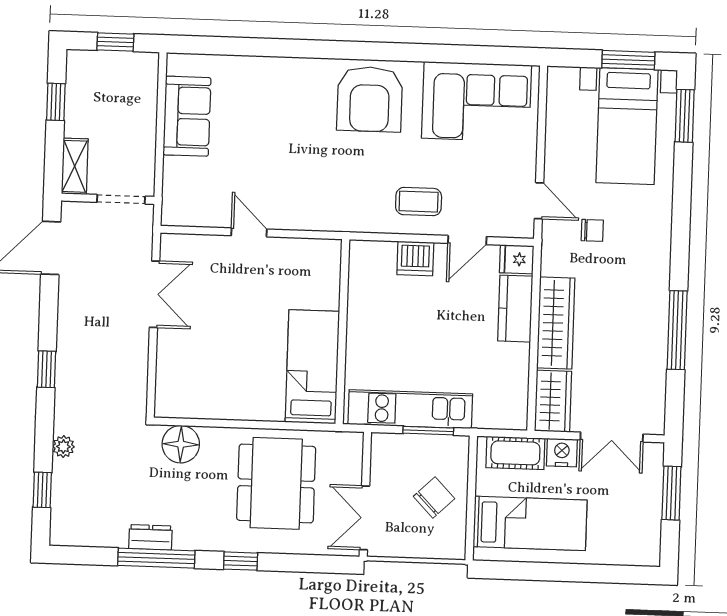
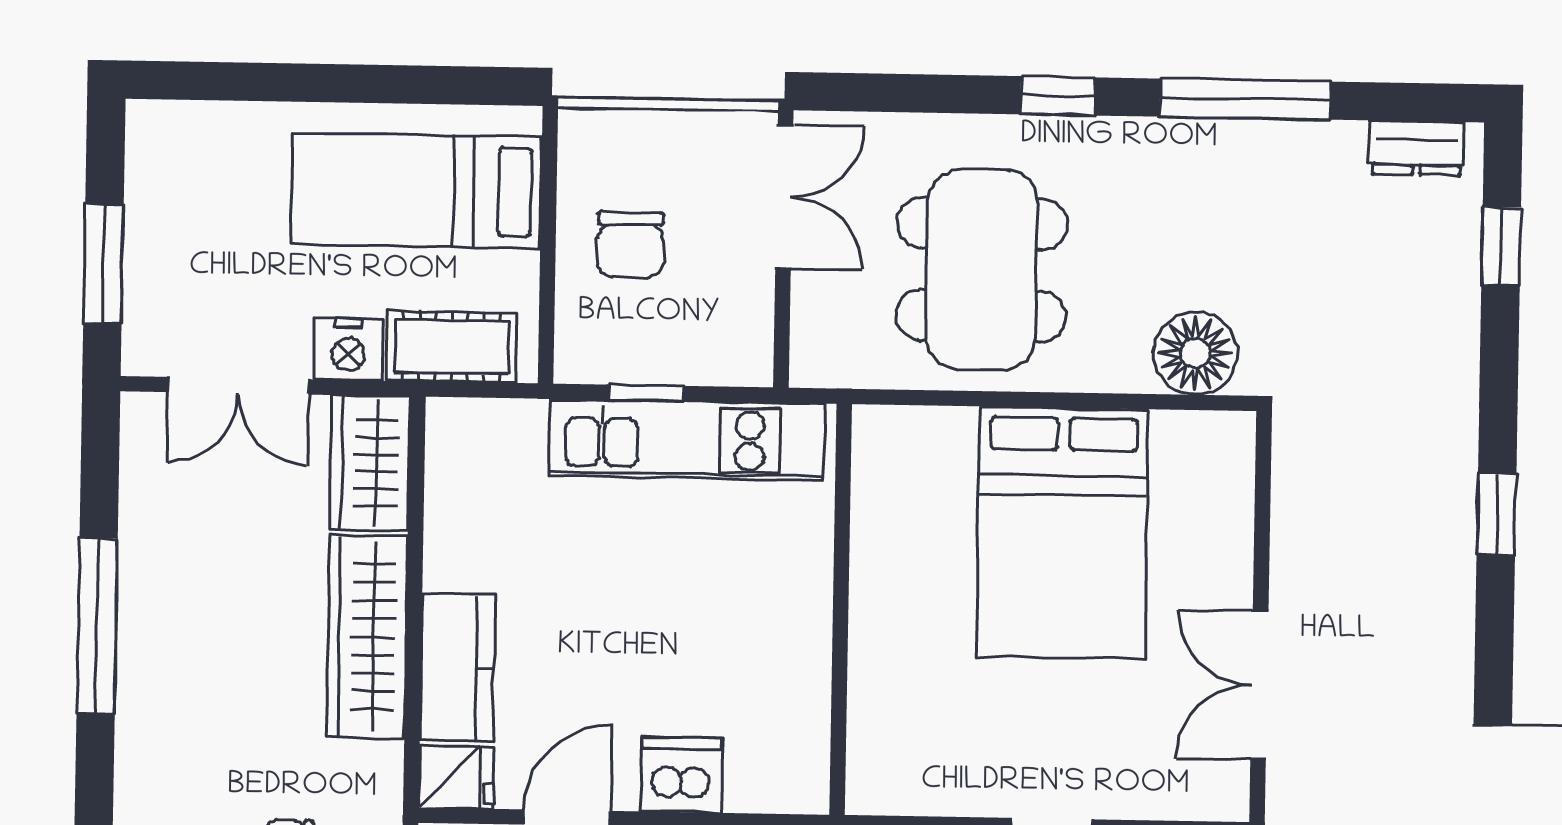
bed: (312, 367) -> (1062, 533), moved, width x1.50
window: (428, 431) -> (646, 393), width x0.67
double door: (612, 437) -> (238, 386), swing flipped
plant: (63, 447) -> (1456, 343), removed
chair: (434, 498) -> (631, 244), turned -46
dresser: (151, 537) -> (1417, 148), moved

